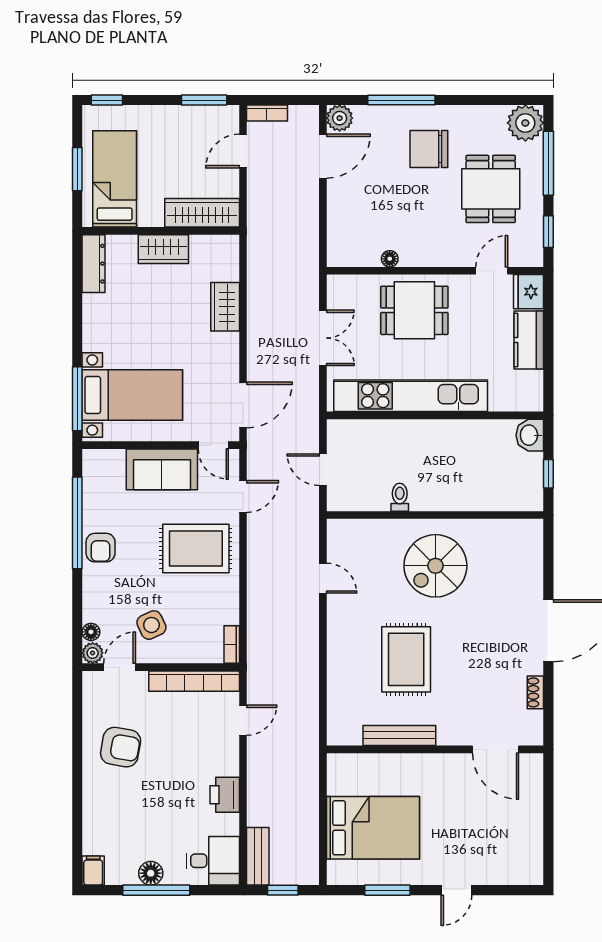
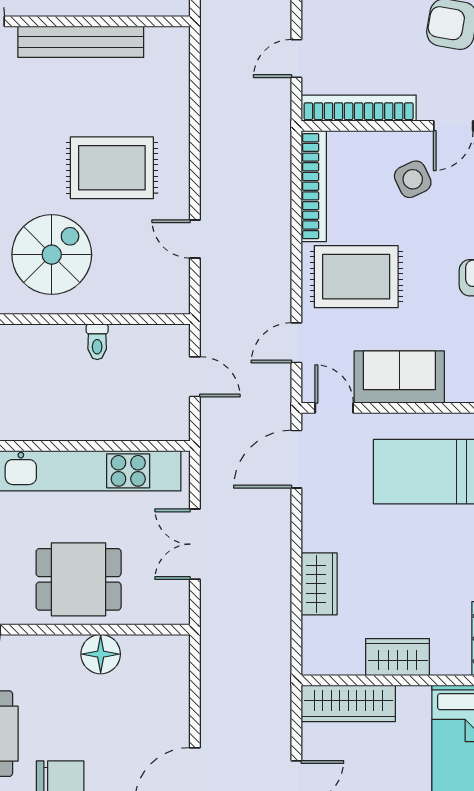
floor lamp: (390, 259) -> (101, 654), width x1.89, depth x1.89
bookcase: (232, 644) -> (314, 186), width x2.31, depth x1.31
rug: (406, 659) -> (112, 168), moved, turned 90
bench: (399, 735) -> (81, 42), width x1.37, depth x1.21

